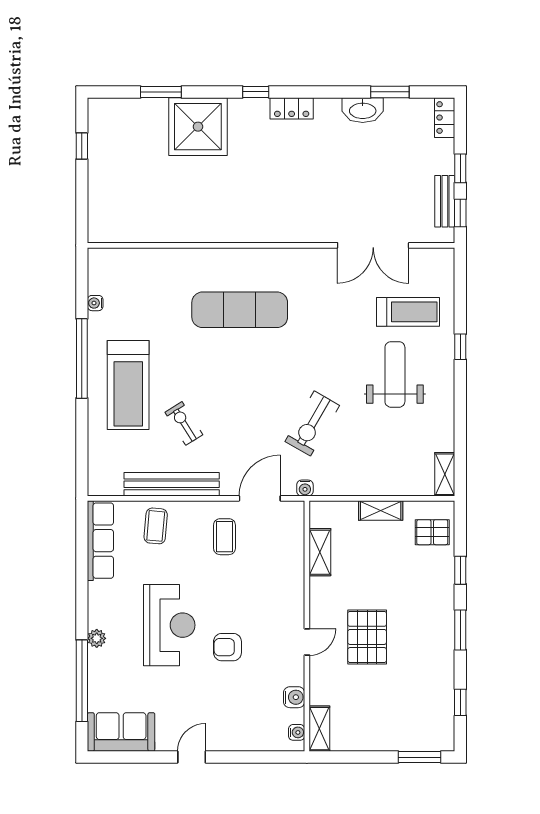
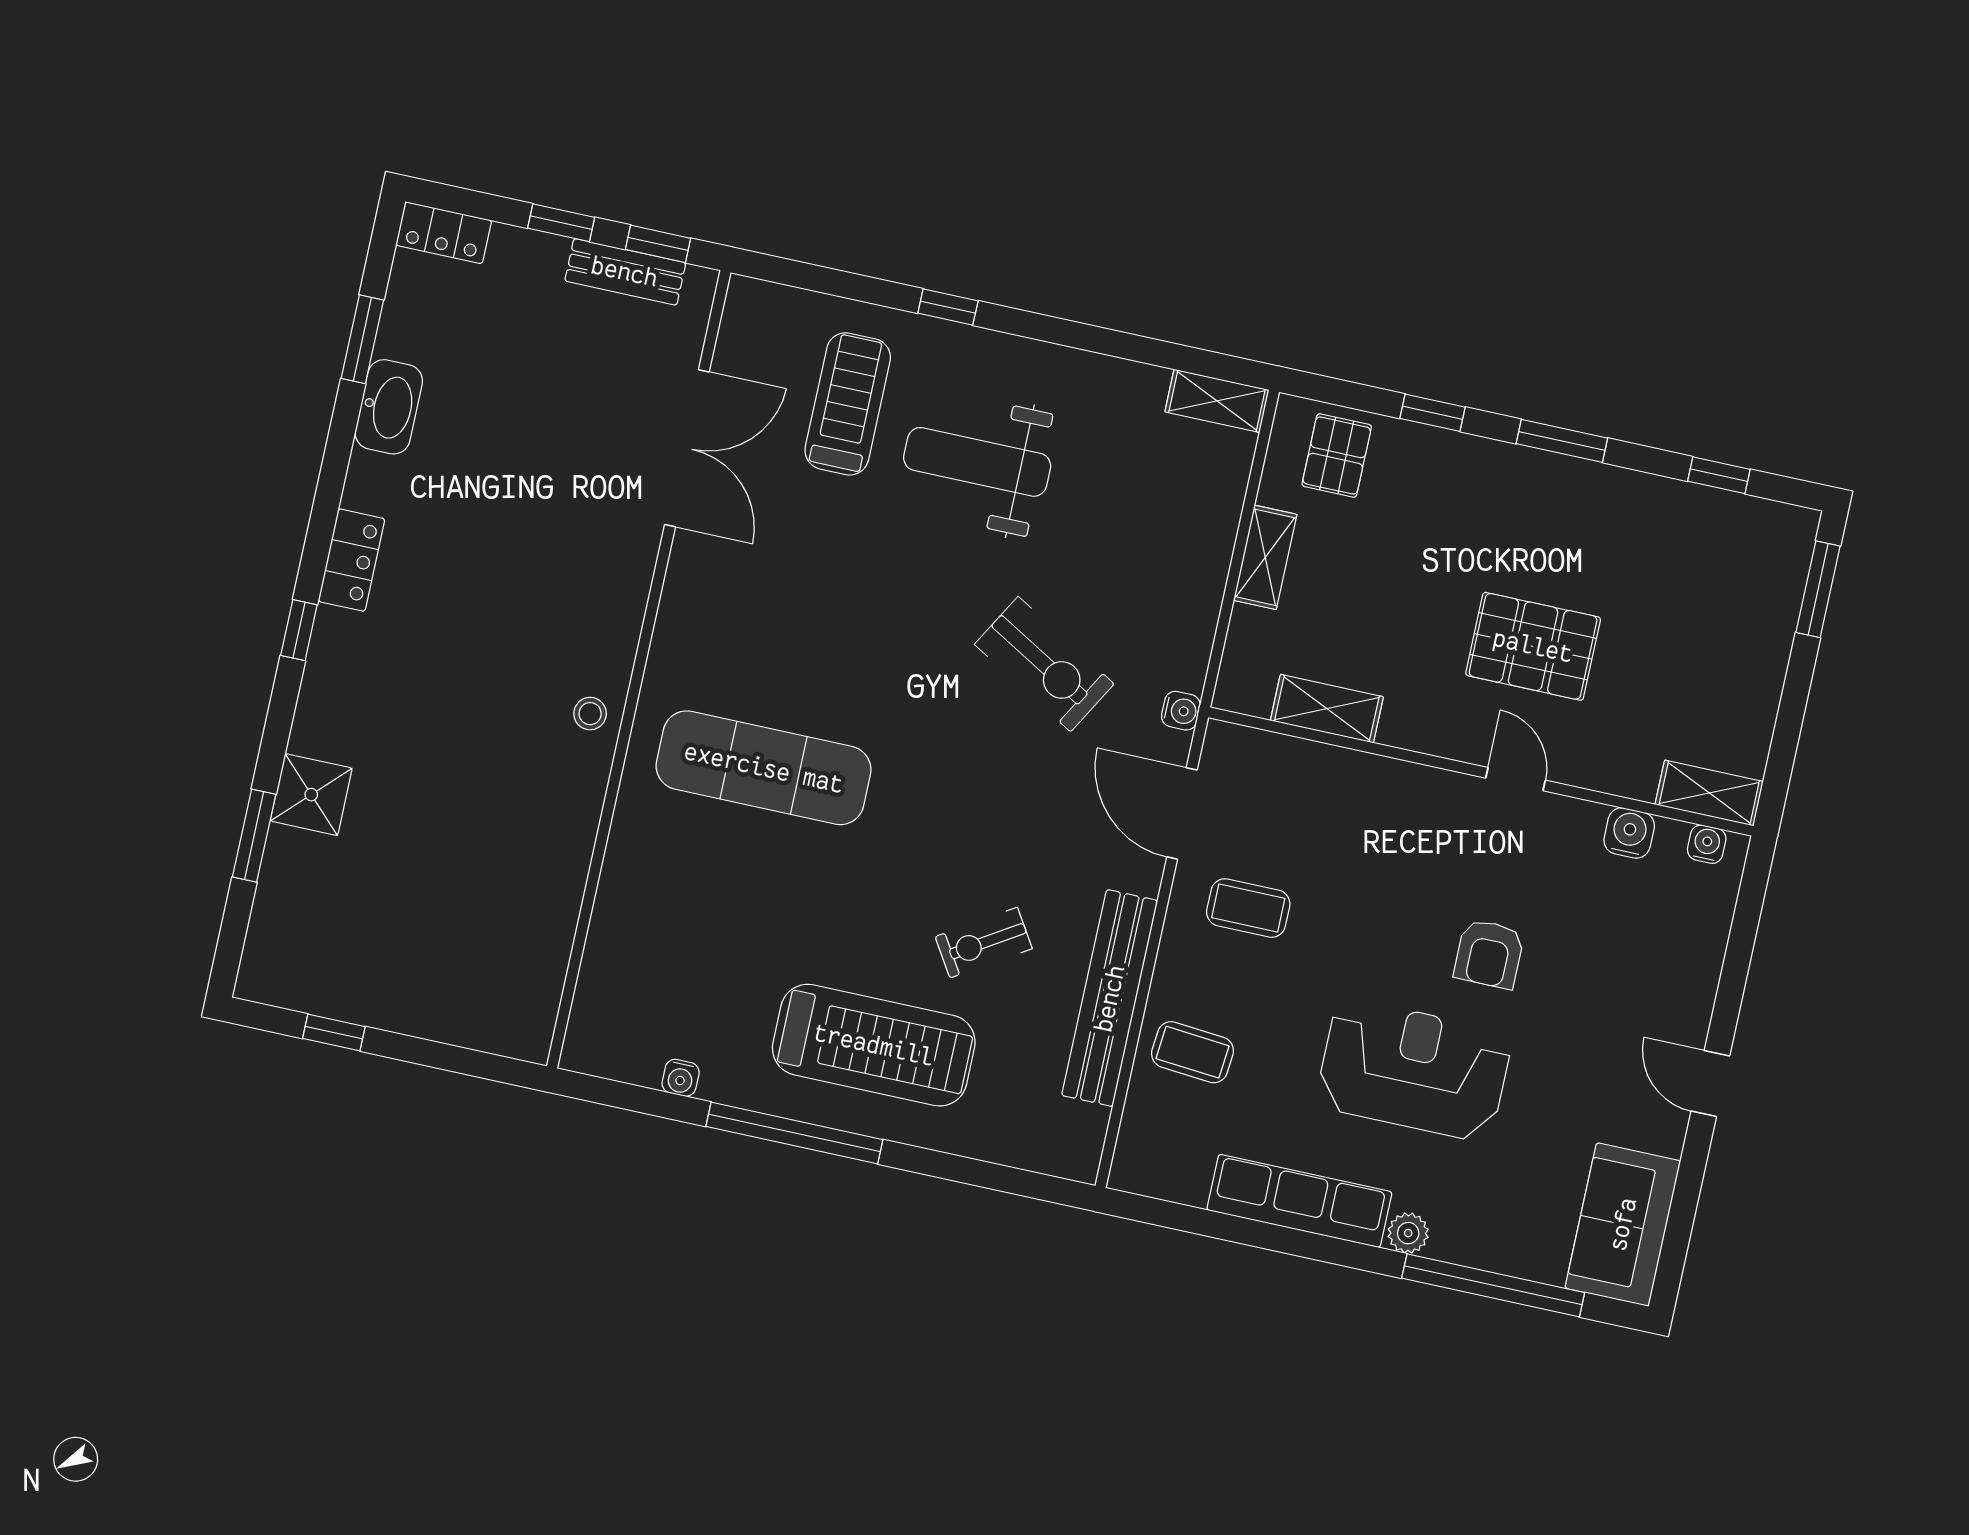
shower: (198, 127) -> (311, 795), width x0.54, depth x0.54
stool: (247, 228) -> (590, 714), added
exercise mat: (240, 310) -> (764, 768), turned 90
row of seats: (100, 541) -> (1299, 1201), moved

